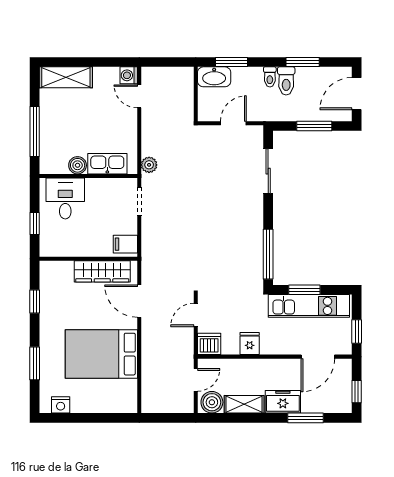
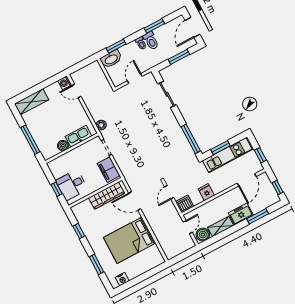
desk: (65, 198) -> (72, 185), moved, turned -90
filing cabinet: (125, 244) -> (109, 170), width x2.00

